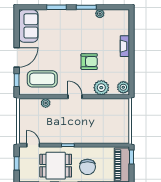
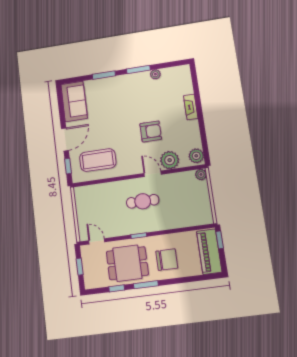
door: (75, 97) -> (153, 174), moved
plant: (46, 103) -> (201, 174), moved
cafe table: (75, 118) -> (143, 201), added
chair: (88, 167) -> (167, 260), turned -90

